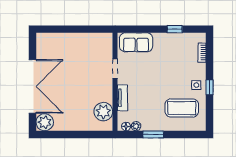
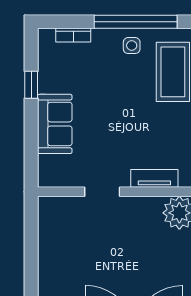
sofa: (136, 42) -> (55, 124), moved
window: (210, 87) -> (136, 22), width x3.17

